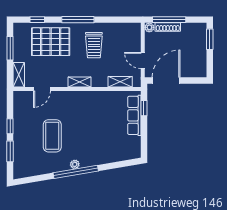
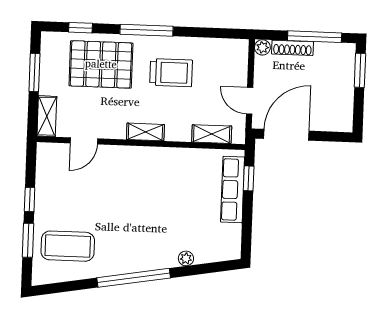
window: (169, 20) -> (315, 37), moved
trolley: (94, 45) -> (171, 73), turned -90
coffee table: (52, 136) -> (68, 246), moved, turned 90
plant: (75, 164) -> (186, 258), moved

